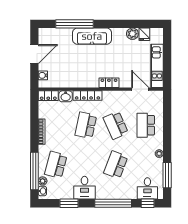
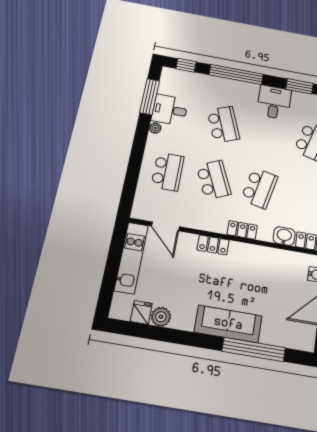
locker: (87, 96) -> (242, 230), width x0.66
school desk: (116, 165) -> (223, 125), turned -42
desk: (147, 188) -> (170, 110), moved, turned -90

